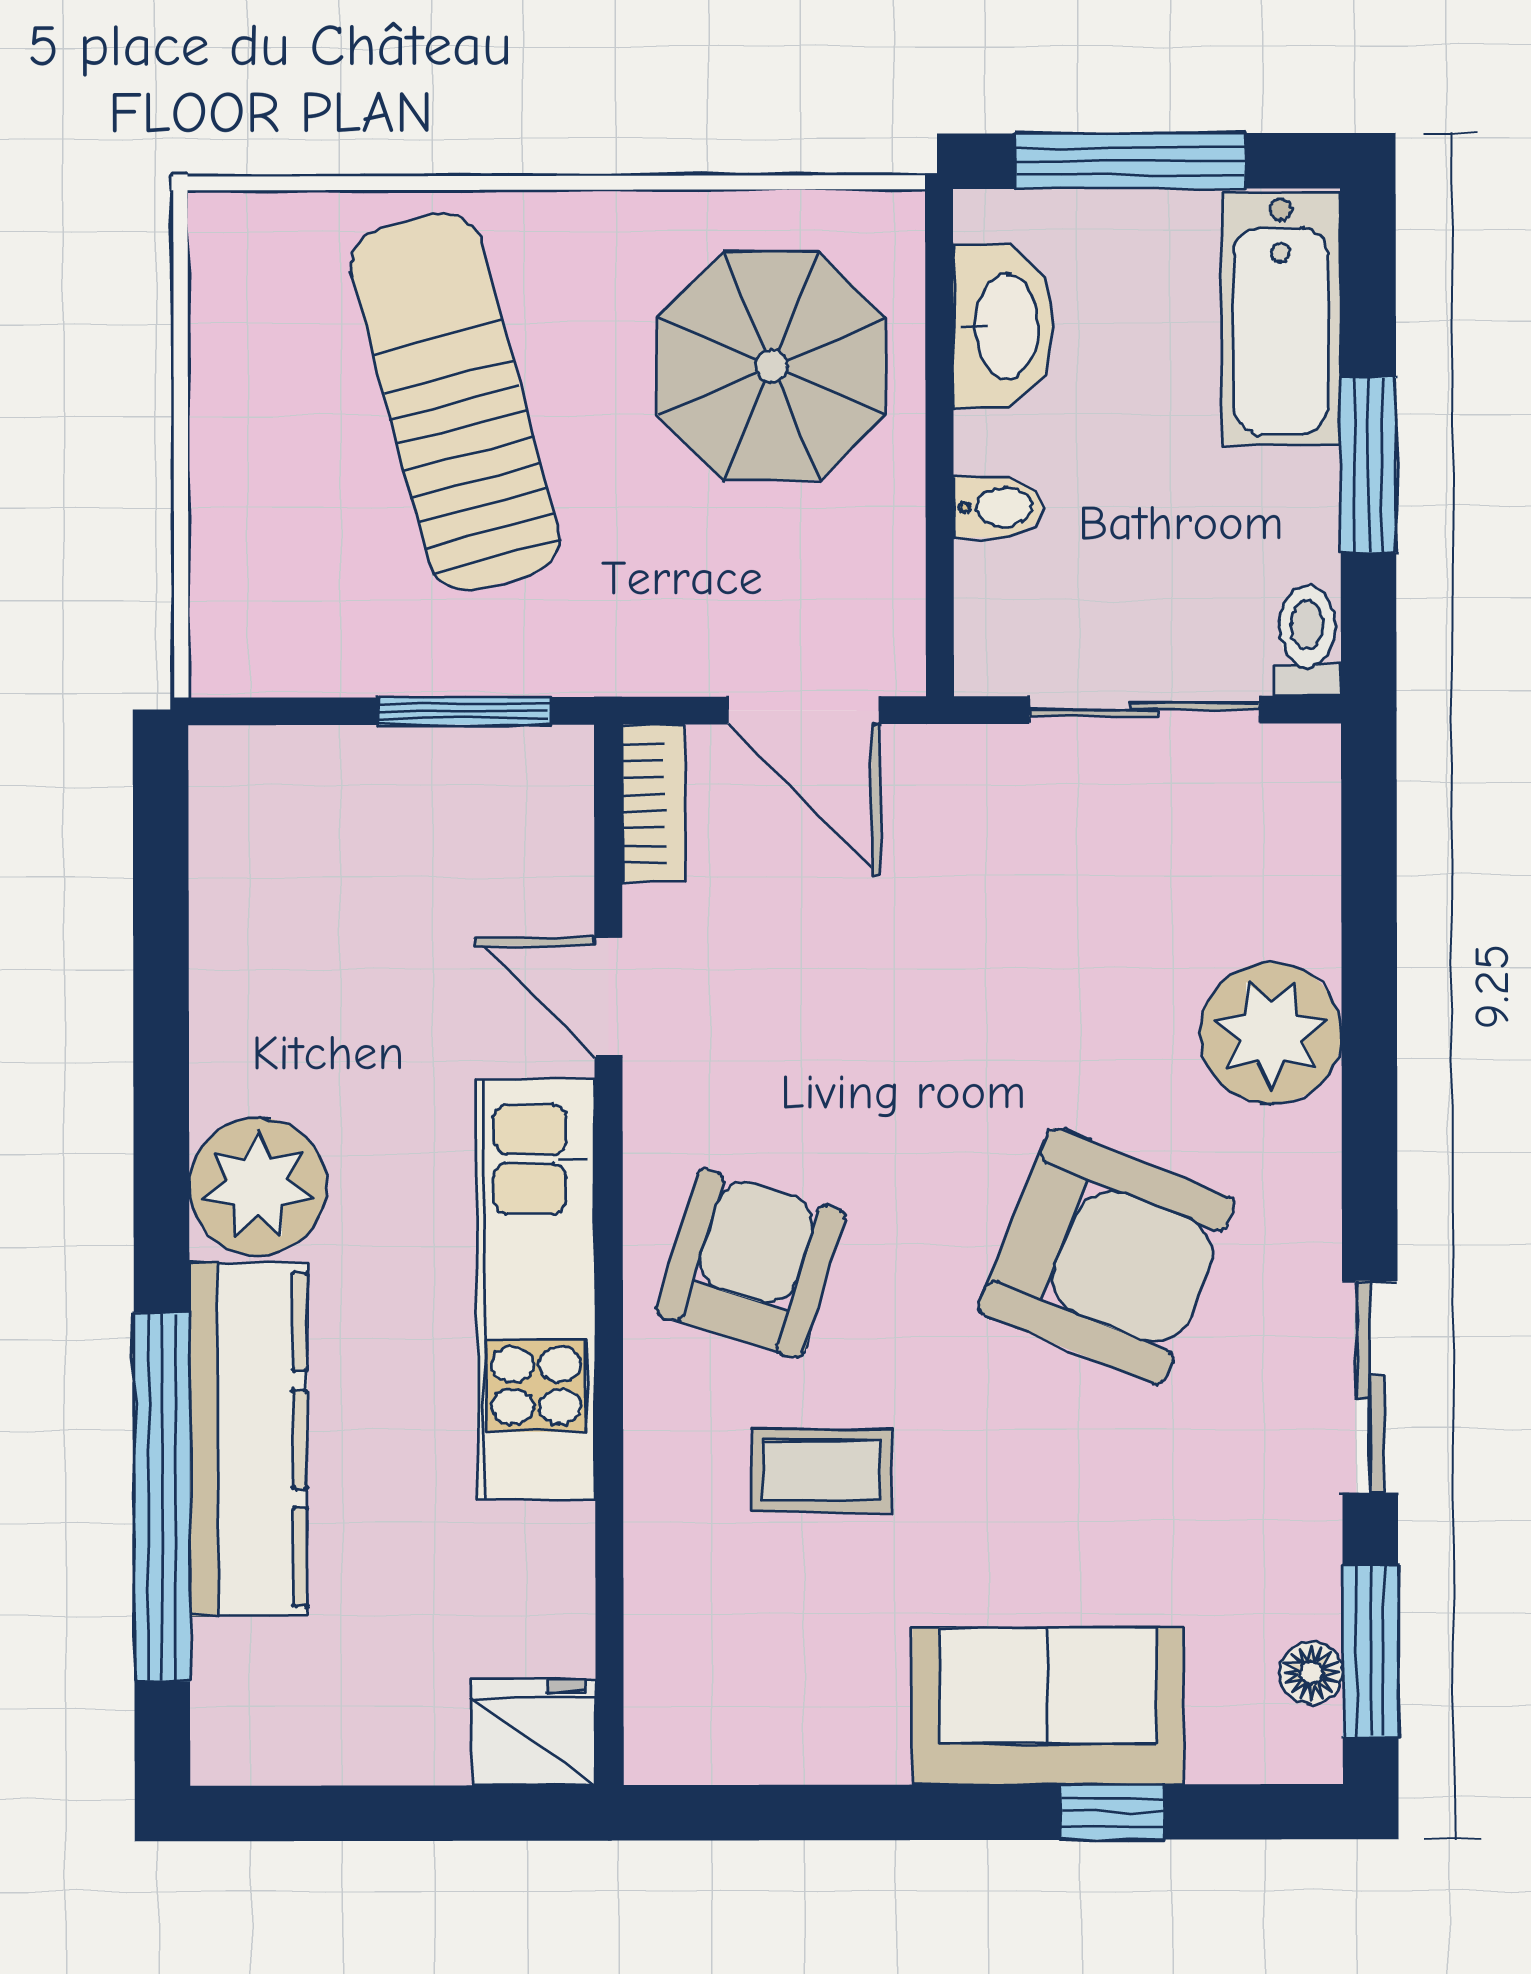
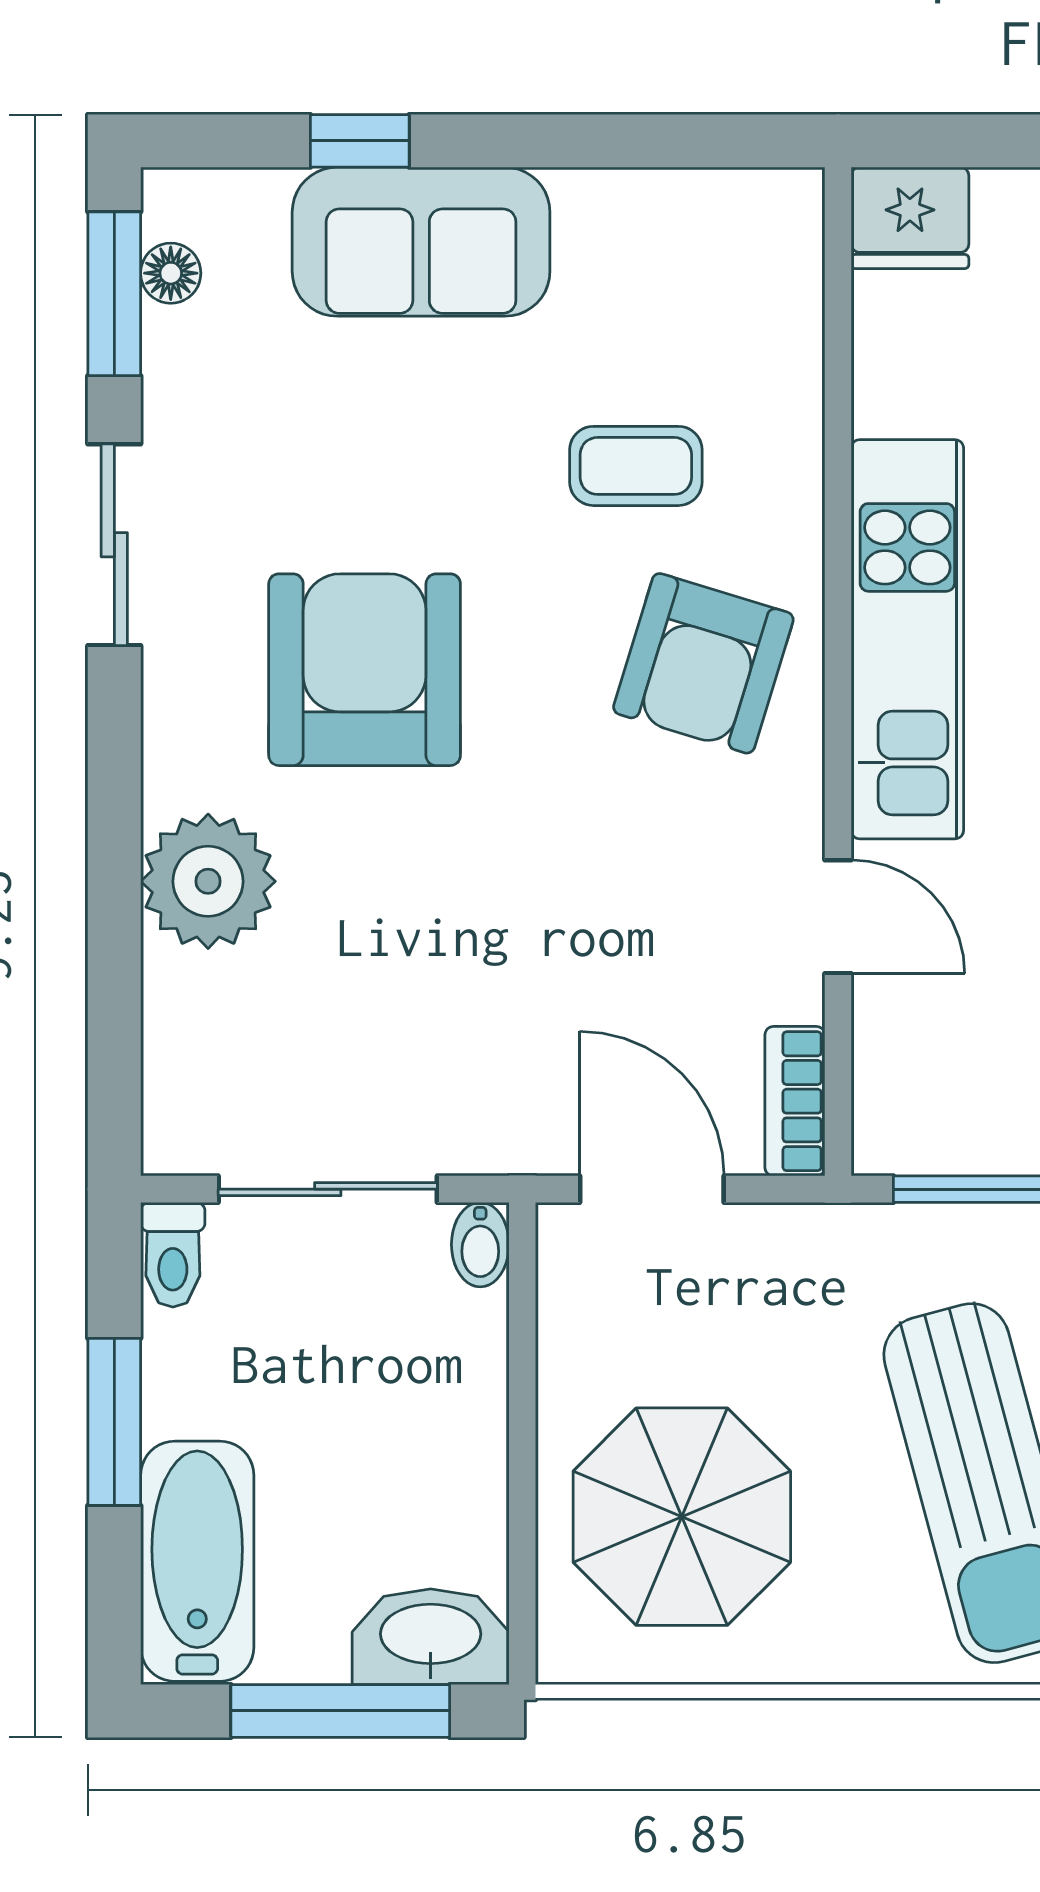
washbasin: (1003, 326) -> (431, 1637), moved, turned 90
bidet: (998, 507) -> (480, 1245), moved, turned -90
armchair: (1107, 1256) -> (365, 670), turned 68

